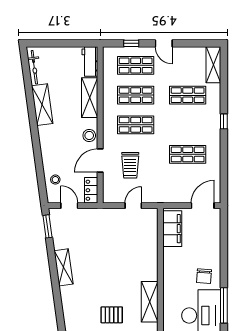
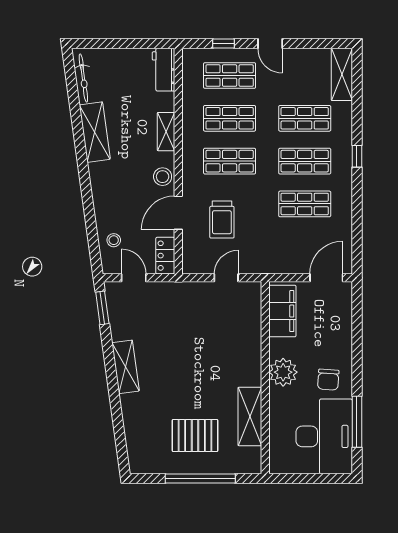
shelving: (90, 98) -> (166, 132), width x0.67, depth x0.75
shop shelf: (188, 125) -> (305, 161), added
plant: (173, 271) -> (283, 372), added
pallet: (112, 315) -> (195, 436), width x1.50, depth x1.42

